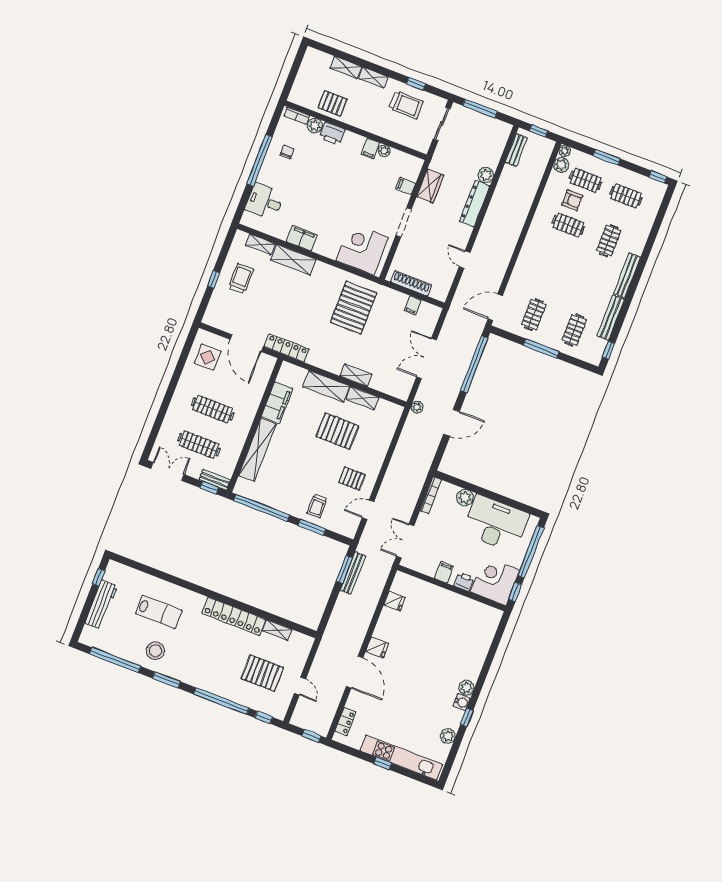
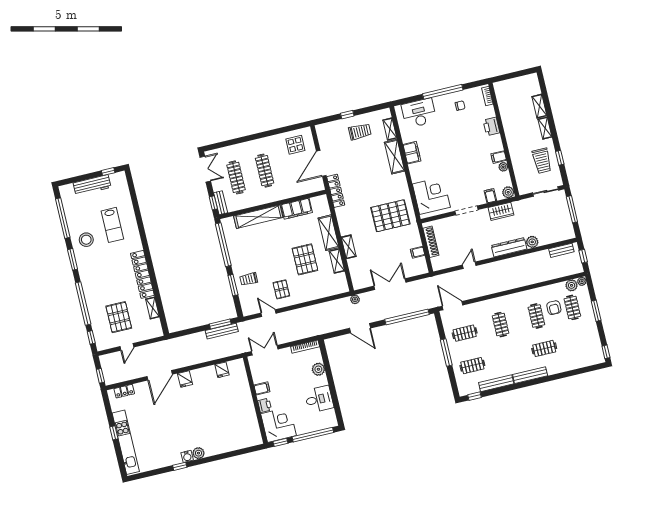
pallet: (332, 103) -> (511, 113), removed
plant: (315, 126) -> (508, 192), moved
clothes rail: (626, 196) -> (501, 325), moved
desk: (265, 201) -> (419, 113), width x1.37
desk: (496, 524) -> (319, 399), width x0.53, depth x0.77
plant: (448, 736) -> (160, 462), removed

